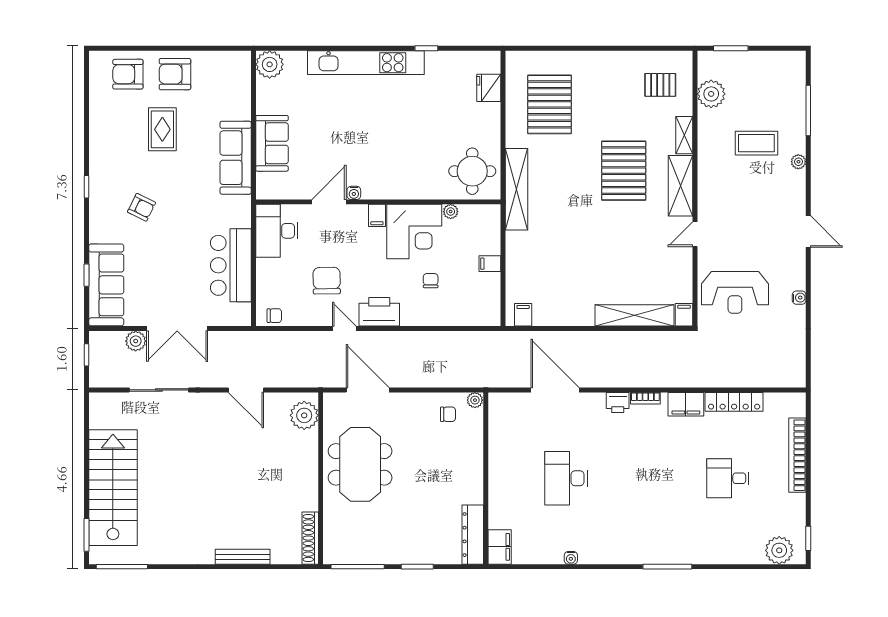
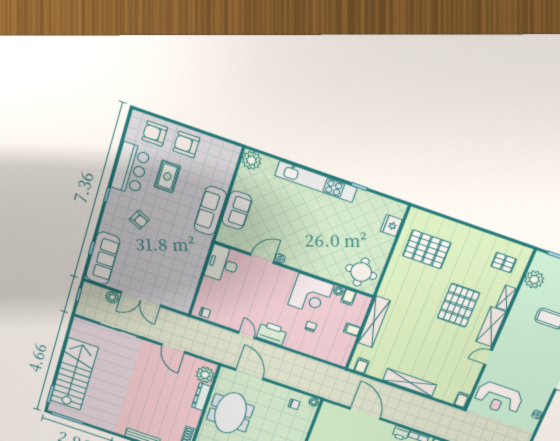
pallet: (549, 104) -> (427, 249), turned 90
shelving: (516, 189) -> (374, 322), moved
filing cabinet: (377, 215) -> (349, 297), moved
bar counter: (231, 265) -> (131, 169), moved, turned 180
chair: (327, 281) -> (245, 304), removed
shelving: (634, 315) -> (410, 382), moved
dresser: (310, 454) -> (201, 397), added

